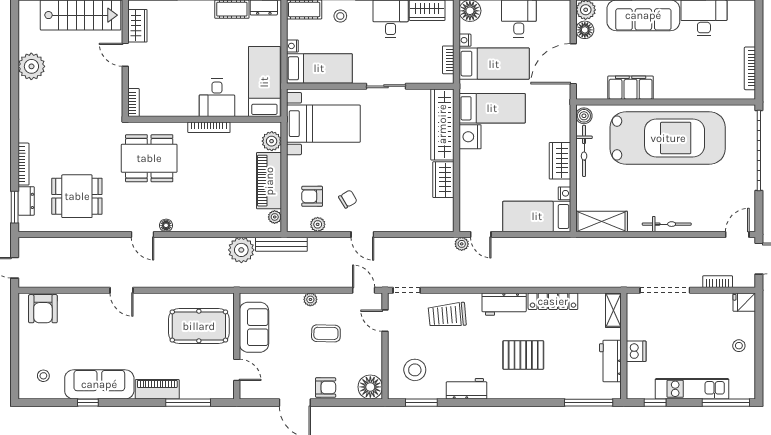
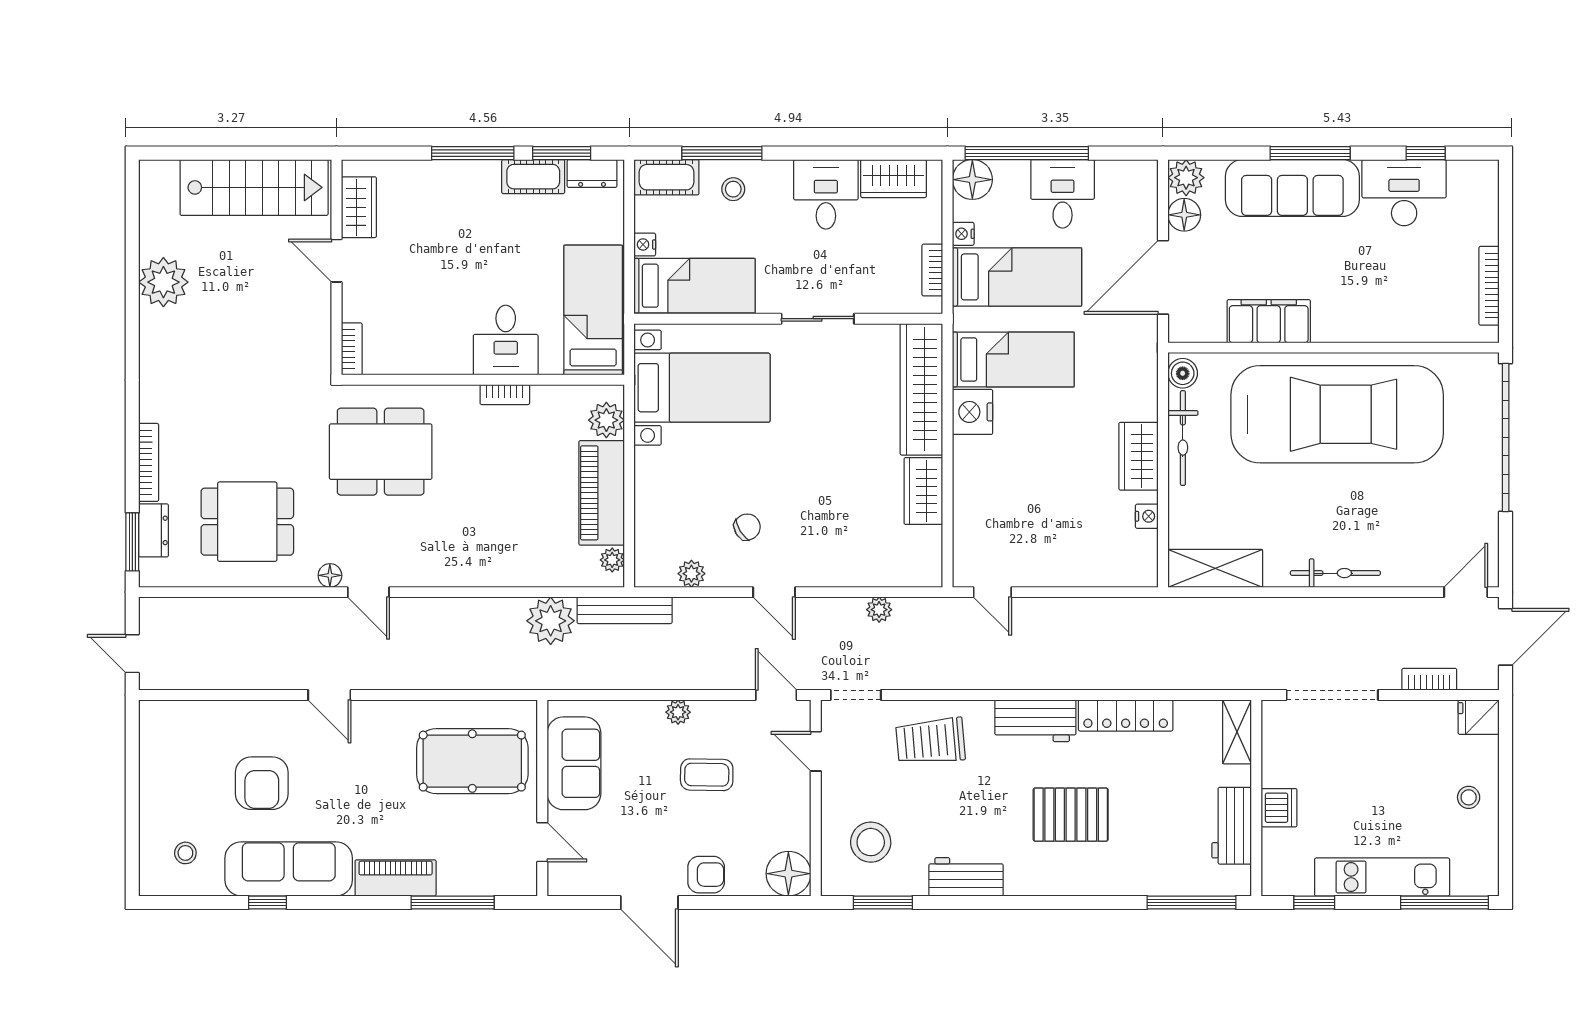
bookcase: (209, 127) -> (505, 395), width x0.64
armchair: (312, 196) -> (681, 522), removed
bed: (537, 216) -> (1096, 559), removed
floor lamp: (166, 225) -> (330, 575), moved
plant: (462, 244) -> (879, 610), moved
armchair: (43, 309) -> (262, 783), moved

